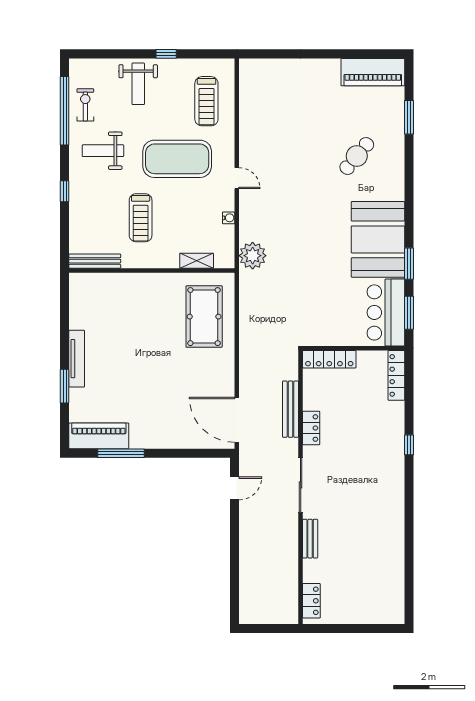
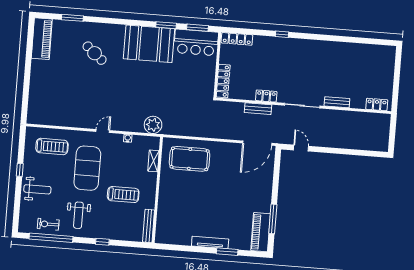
bench: (290, 409) -> (258, 109), width x0.73

